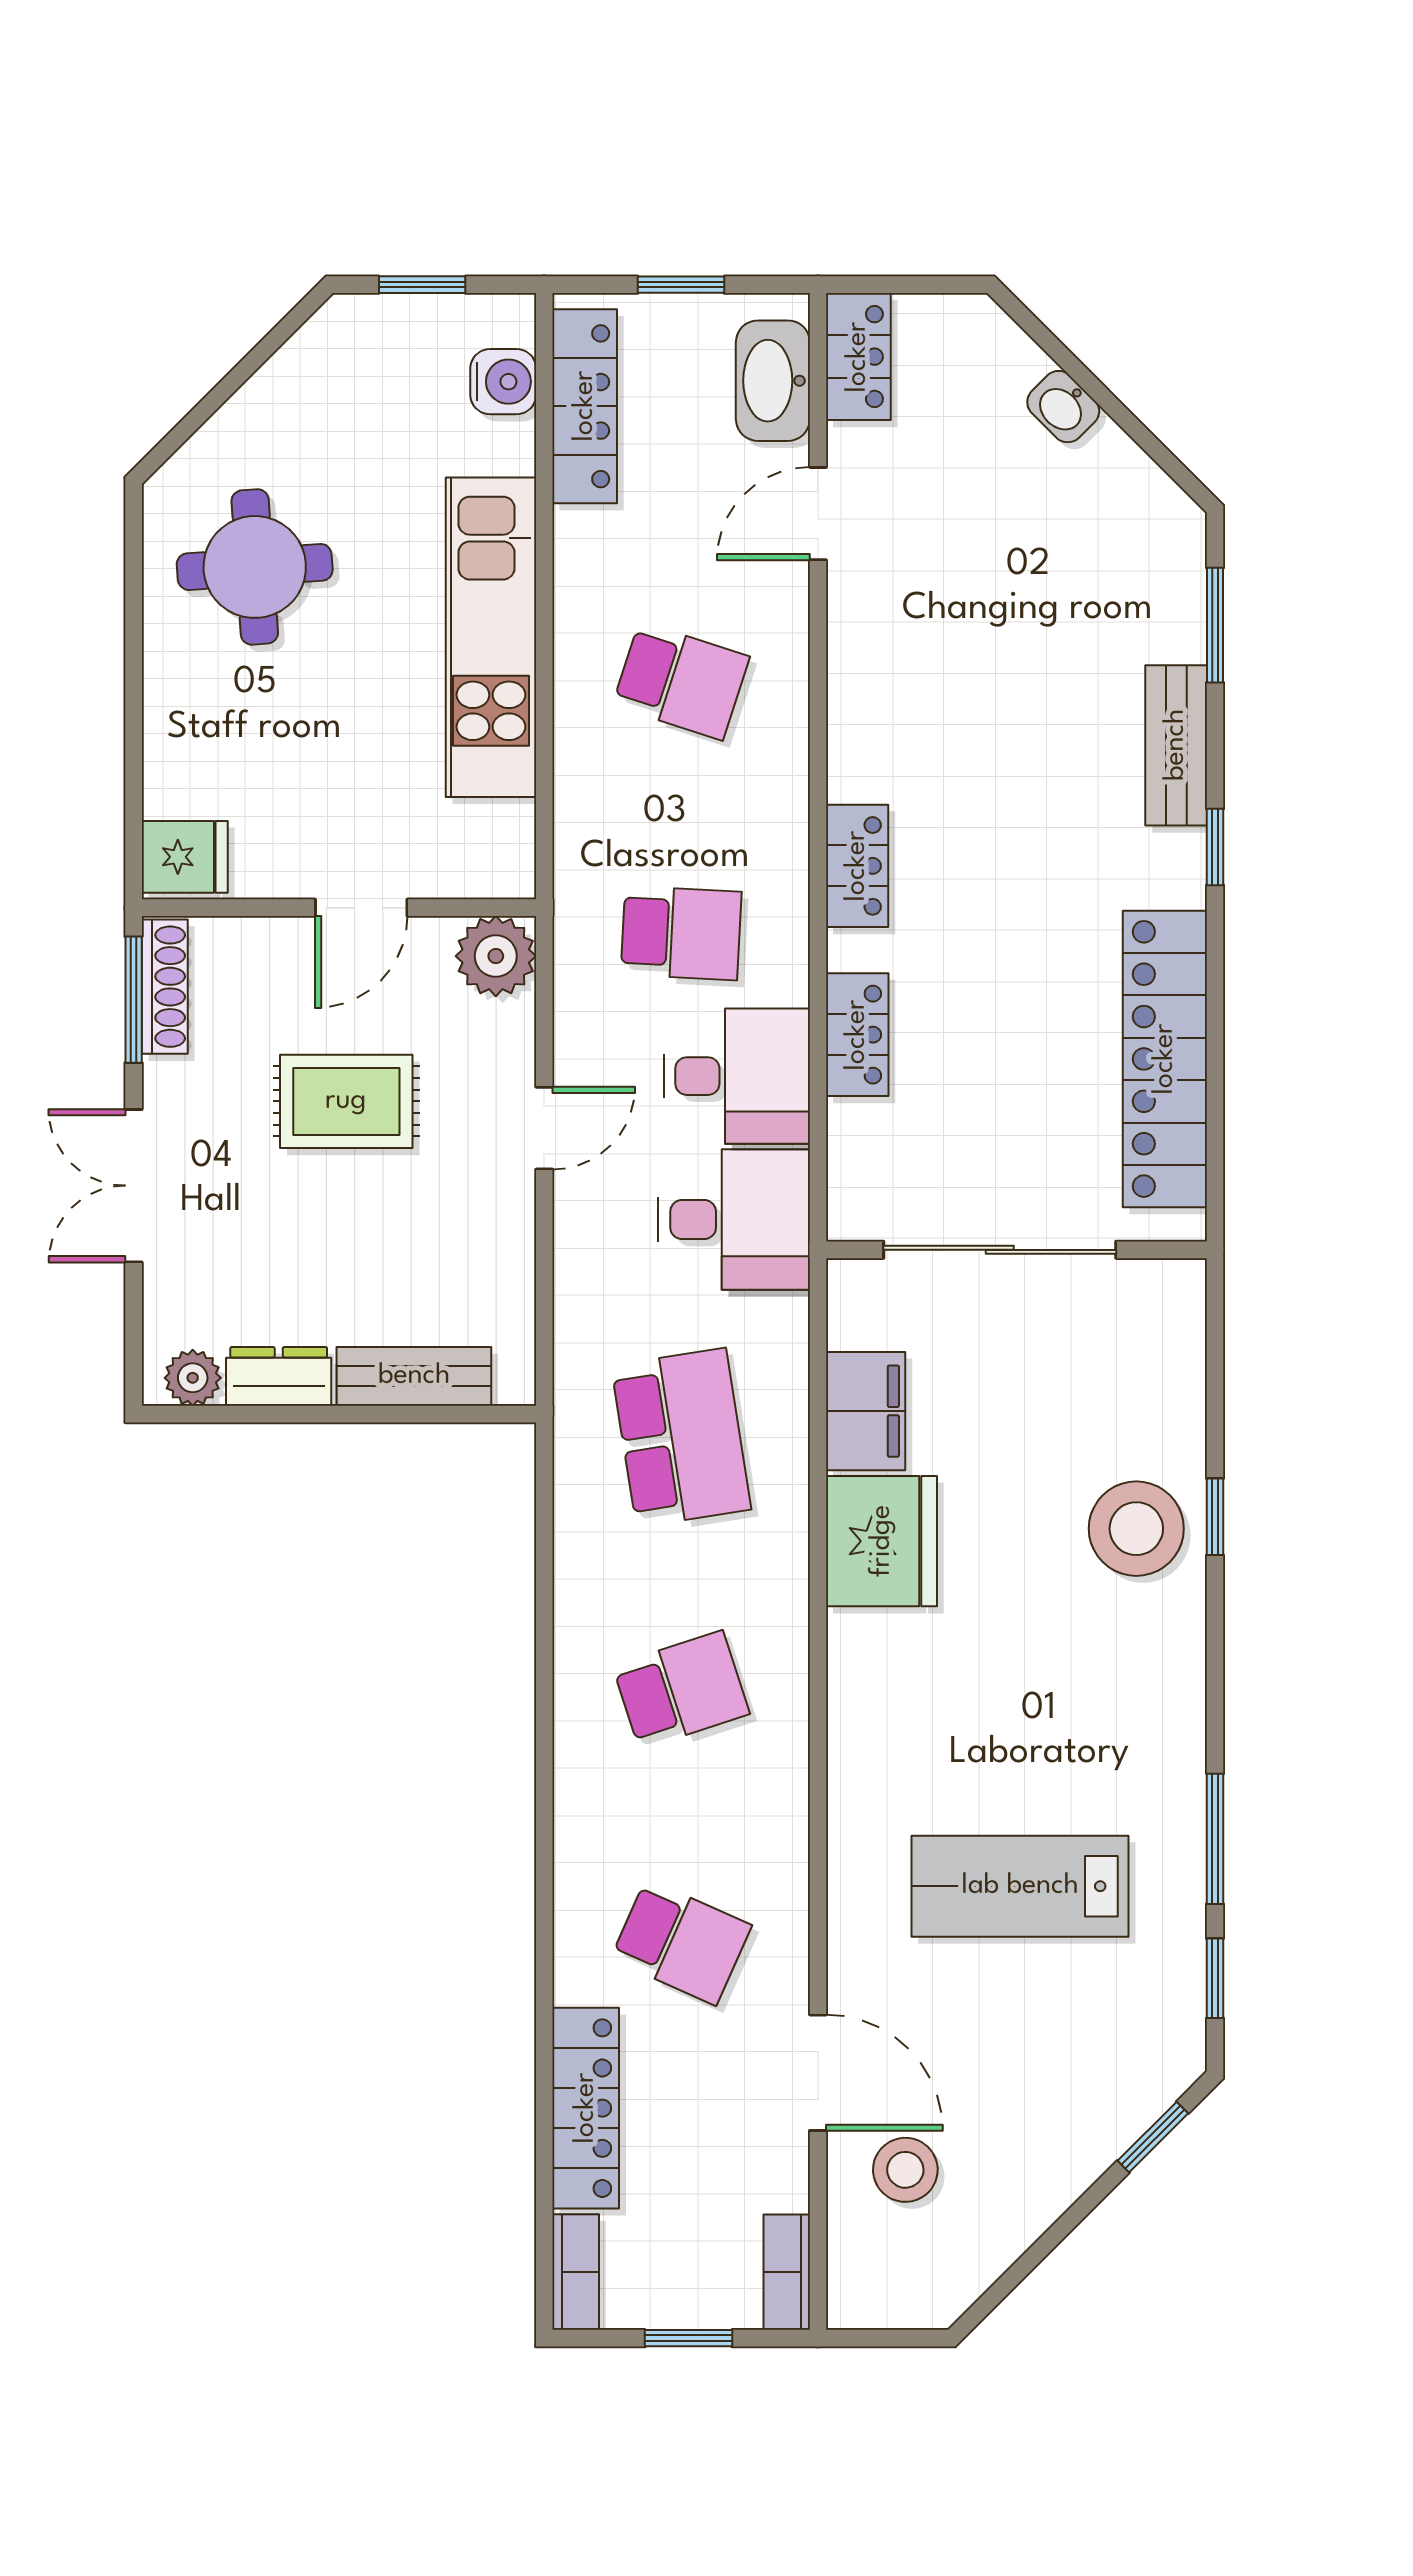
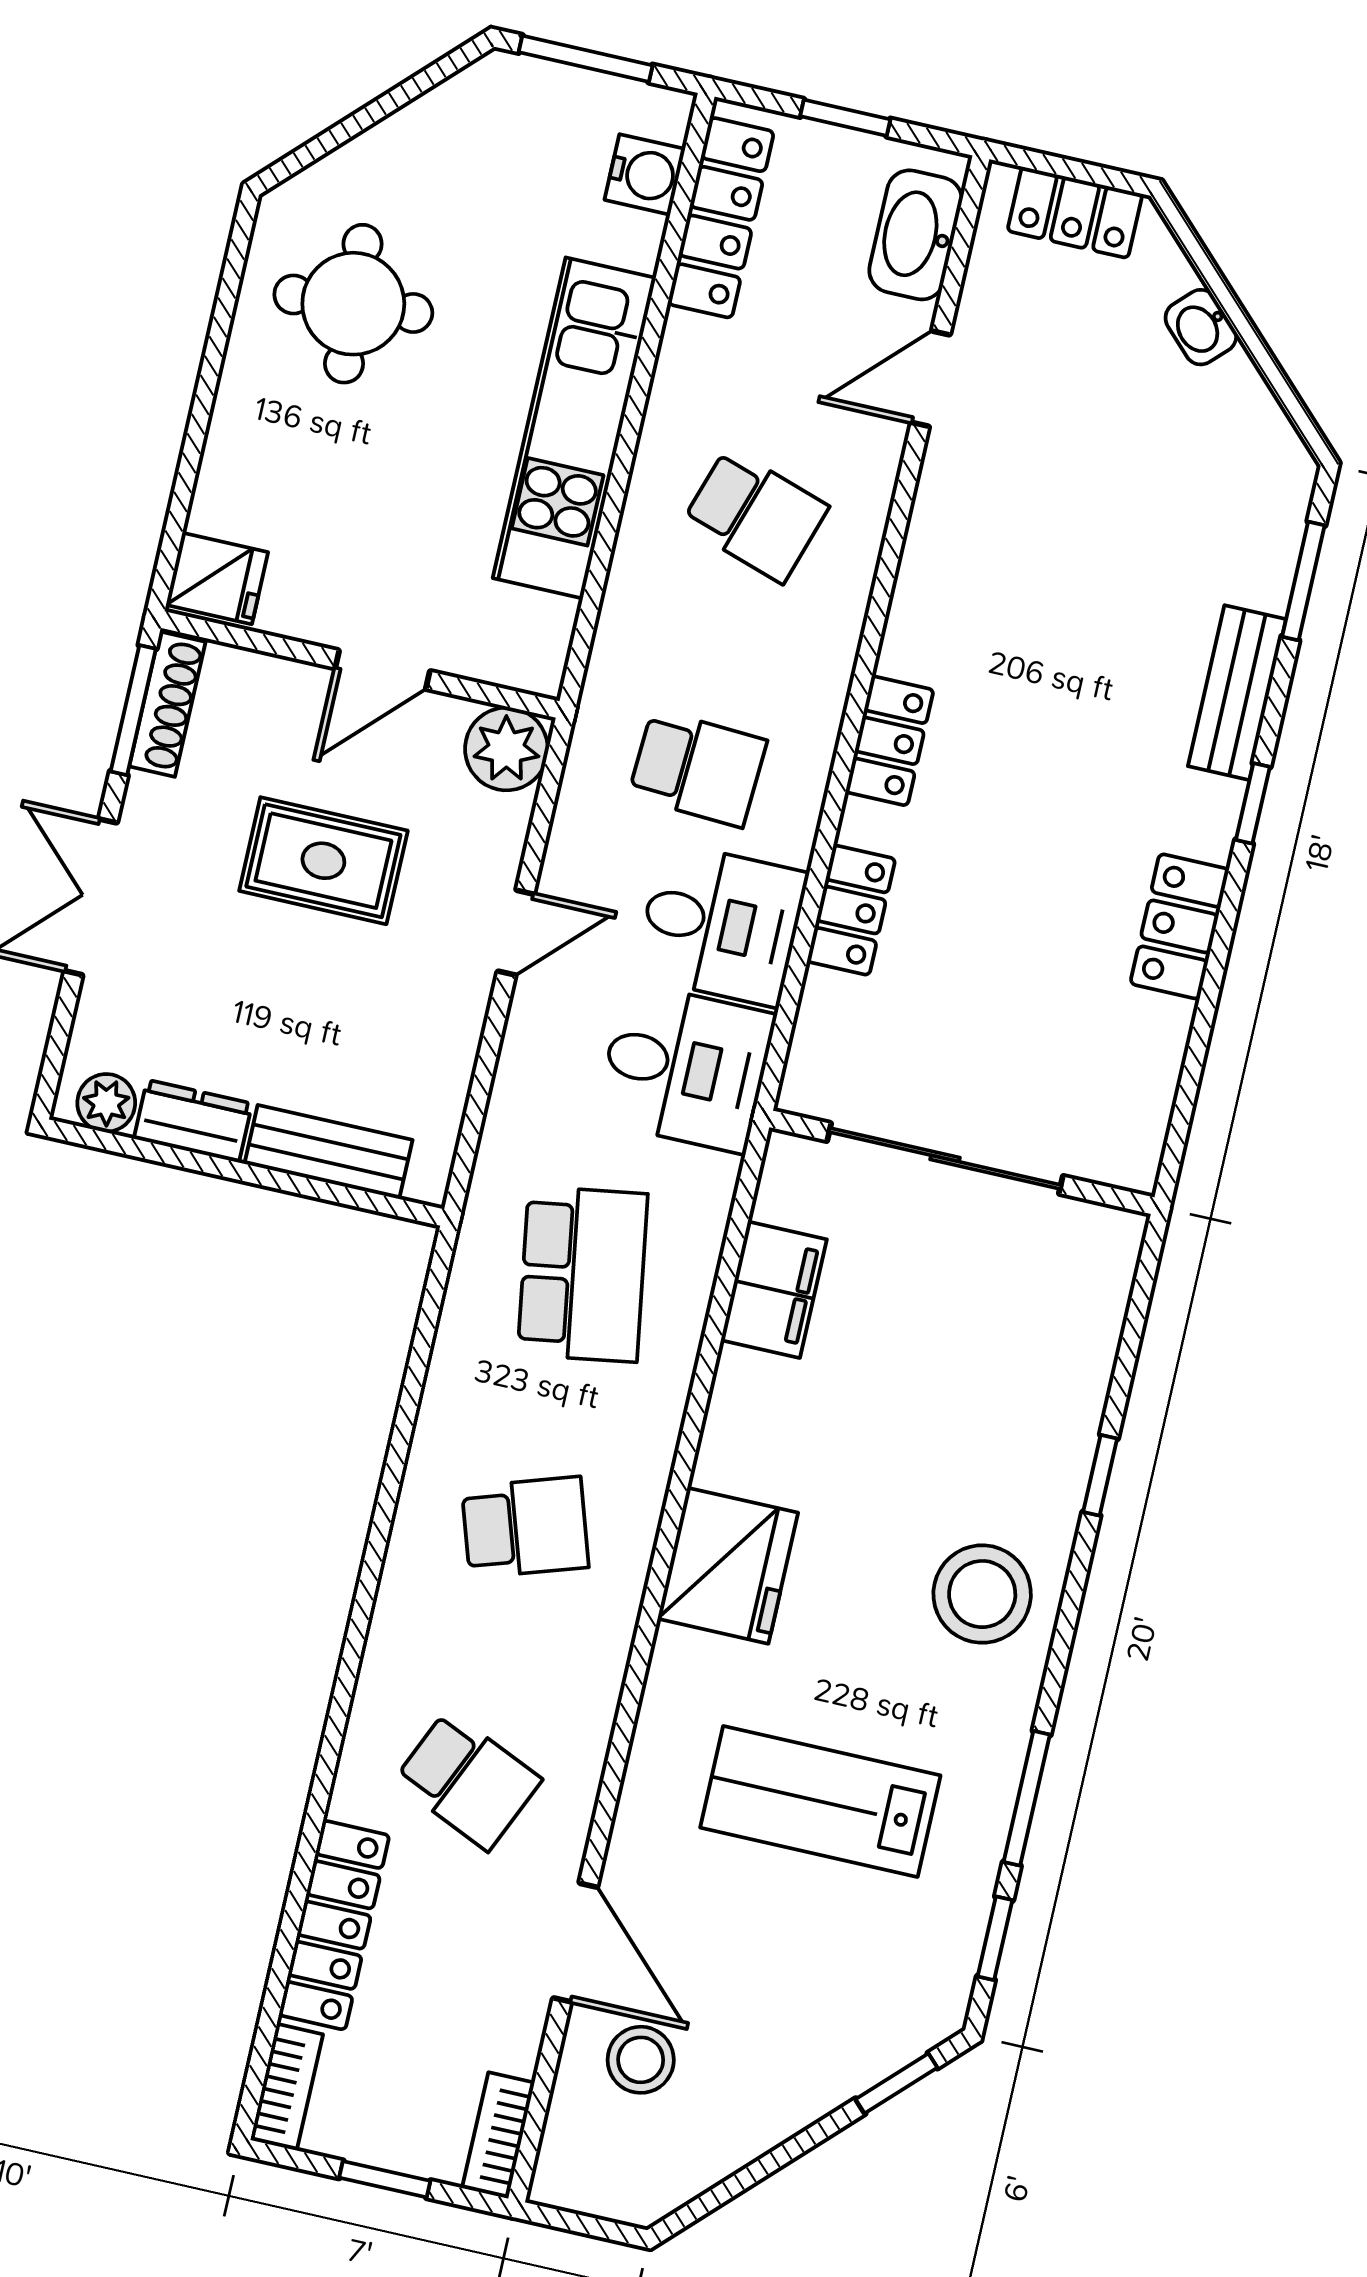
window: (422, 285) -> (586, 59), width x1.50
locker: (858, 357) -> (1075, 212), moved, turned 90
locker: (1165, 1059) -> (1180, 926), width x0.46, depth x0.83
stool: (1136, 1529) -> (982, 1594), moved
fridge: (882, 1541) -> (728, 1566), moved

